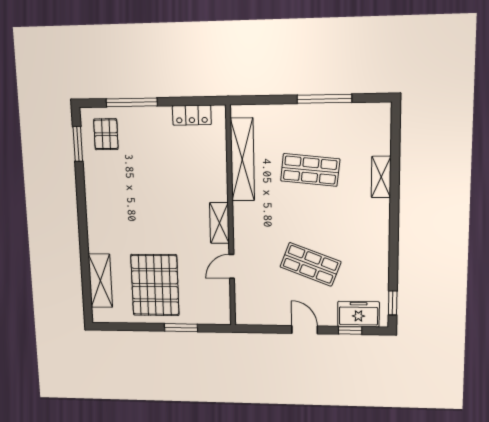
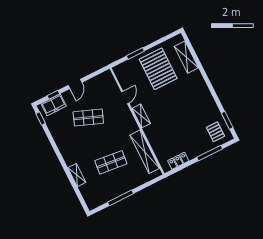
door: (305, 330) -> (75, 84), hinge flipped

